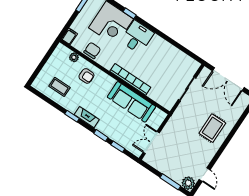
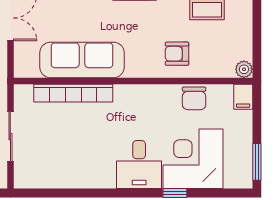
plant: (74, 57) -> (244, 69), moved
bookcase: (130, 79) -> (73, 93), moved

